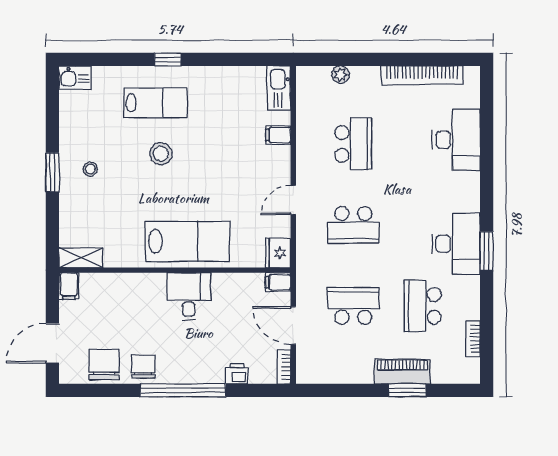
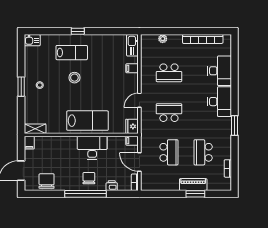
school desk: (353, 144) -> (169, 73), turned 90
school desk: (353, 225) -> (169, 113), turned 180
desk: (456, 244) -> (220, 102), moved
desk: (189, 296) -> (92, 148), width x1.37
school desk: (353, 306) -> (169, 152), turned 90
chair: (143, 367) -> (89, 178), moved

